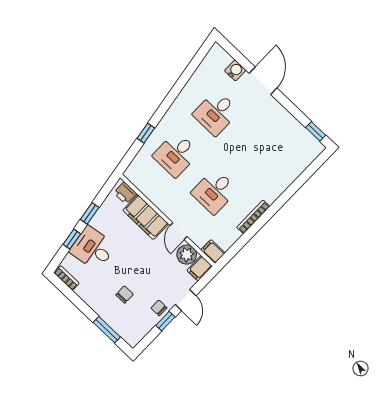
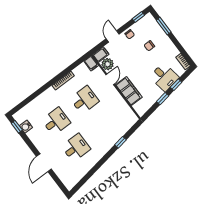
water cooler: (235, 70) -> (26, 127), moved
desk: (176, 154) -> (56, 121), moved
printer: (125, 193) -> (139, 108), removed
window: (165, 321) -> (138, 17), moved

